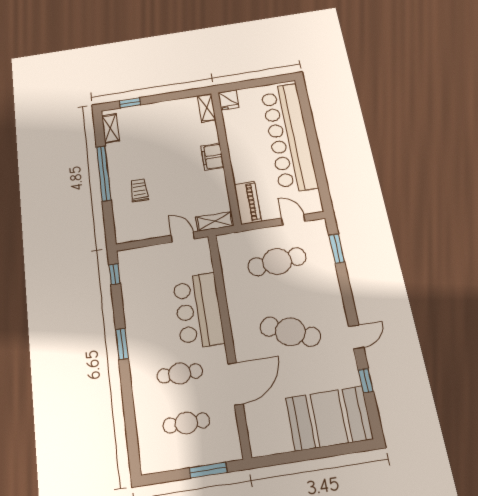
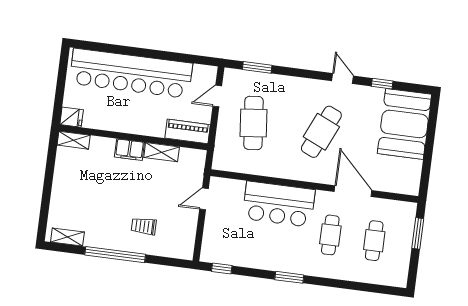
window: (130, 103) -> (44, 211), removed
shelving: (215, 221) -> (162, 152), moved, turned 90

